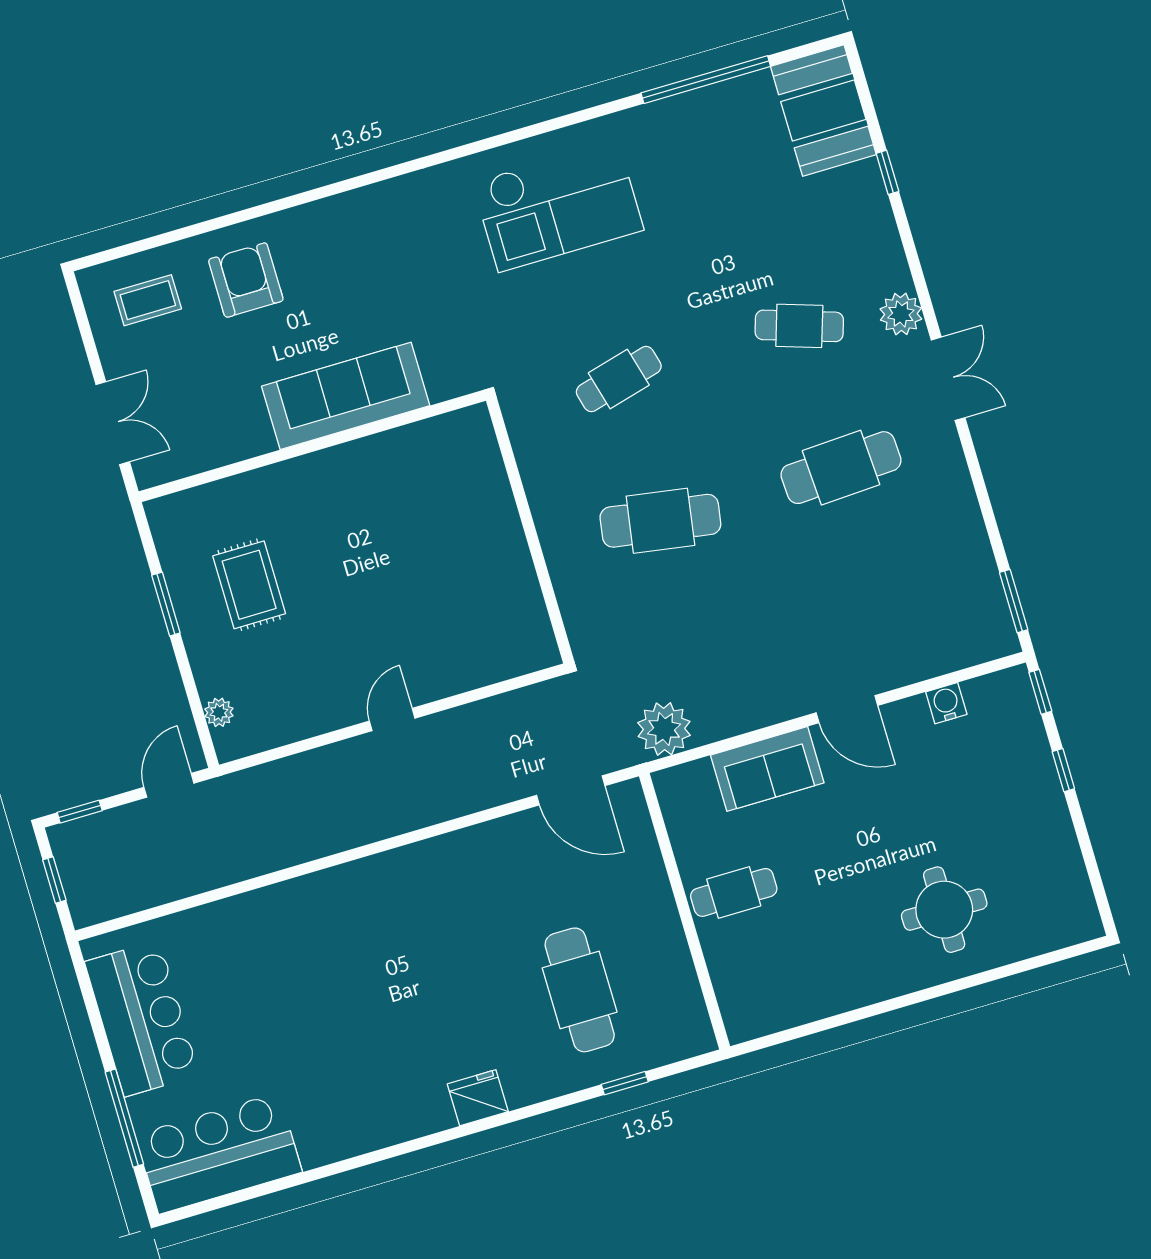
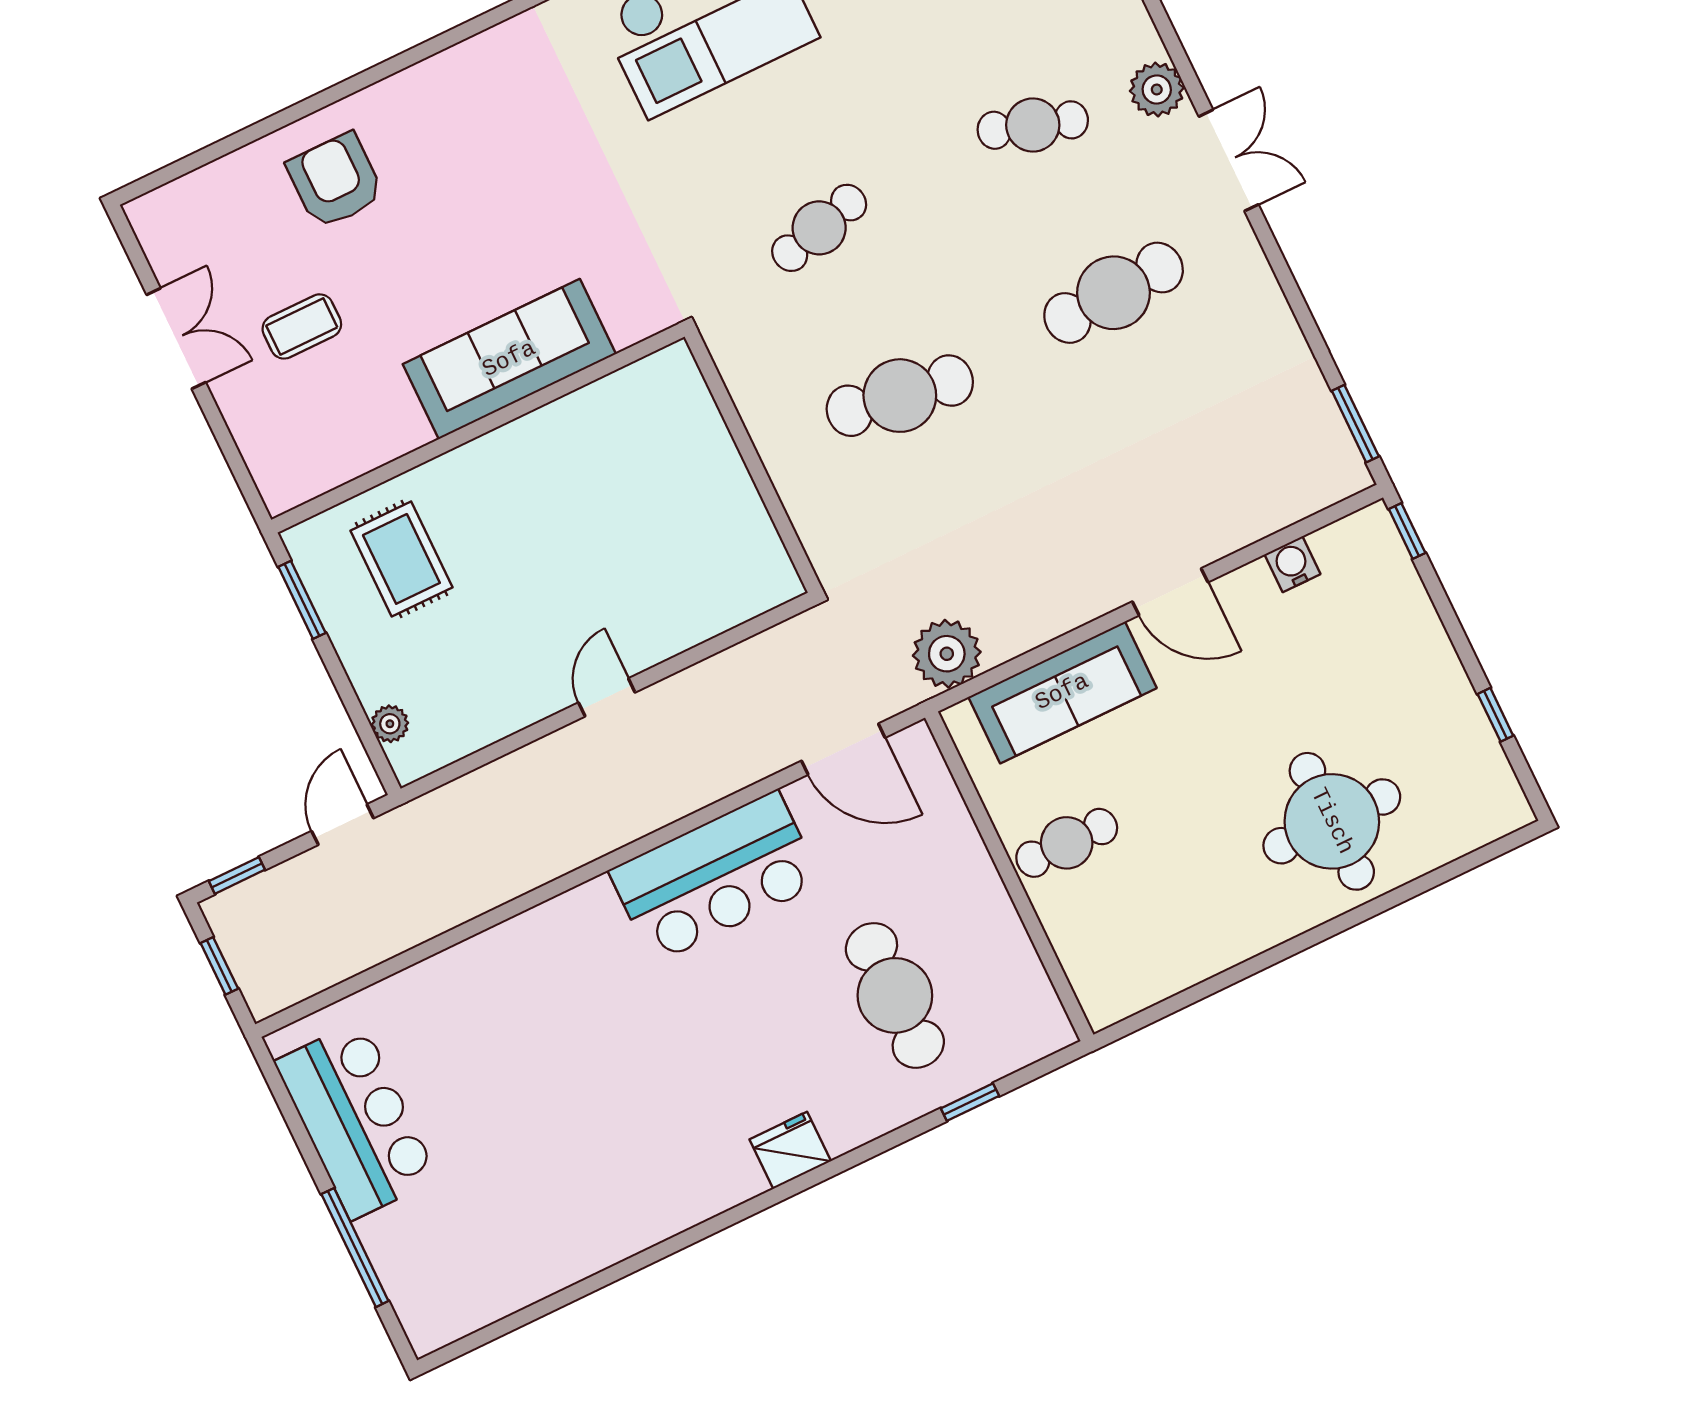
coffee table: (148, 300) -> (302, 326), moved
sofa: (346, 396) -> (509, 359), moved
double door: (113, 423) -> (176, 338), moved
wall: (312, 446) -> (478, 428), moved
sofa: (767, 769) -> (1062, 692), width x1.36
window: (1063, 770) -> (1495, 715), moved
round table: (944, 910) -> (1332, 821), width x1.36, depth x1.36
bar counter: (219, 1153) -> (715, 877), moved, turned 180

